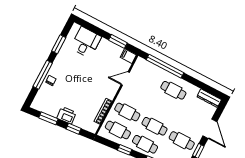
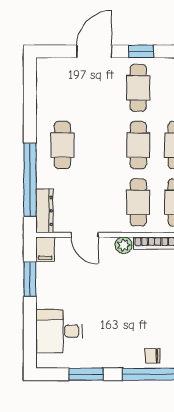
plant: (111, 94) -> (124, 245), added
dresser: (209, 98) -> (44, 211), moved

